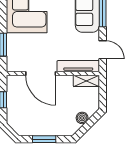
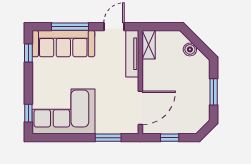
door: (41, 73) -> (140, 108), moved

